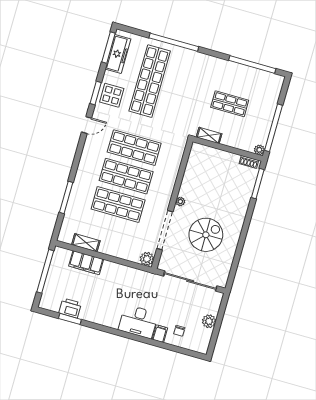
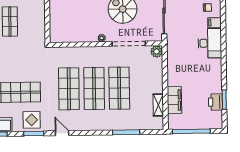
shelving: (209, 135) -> (41, 31), removed

